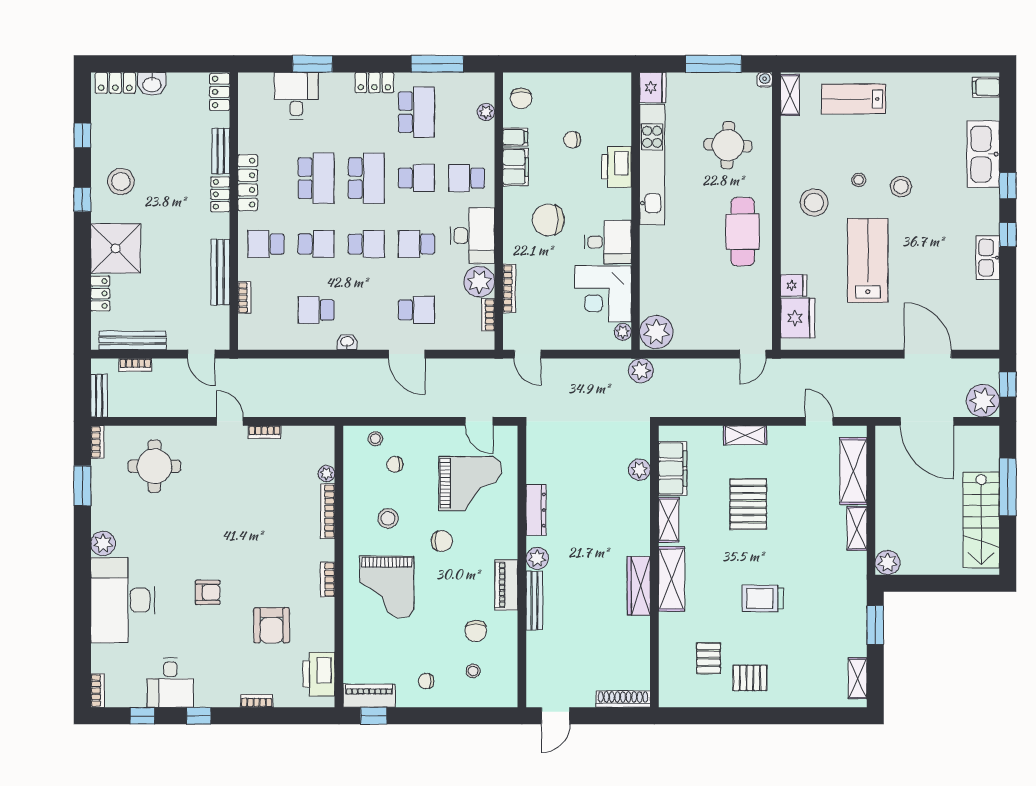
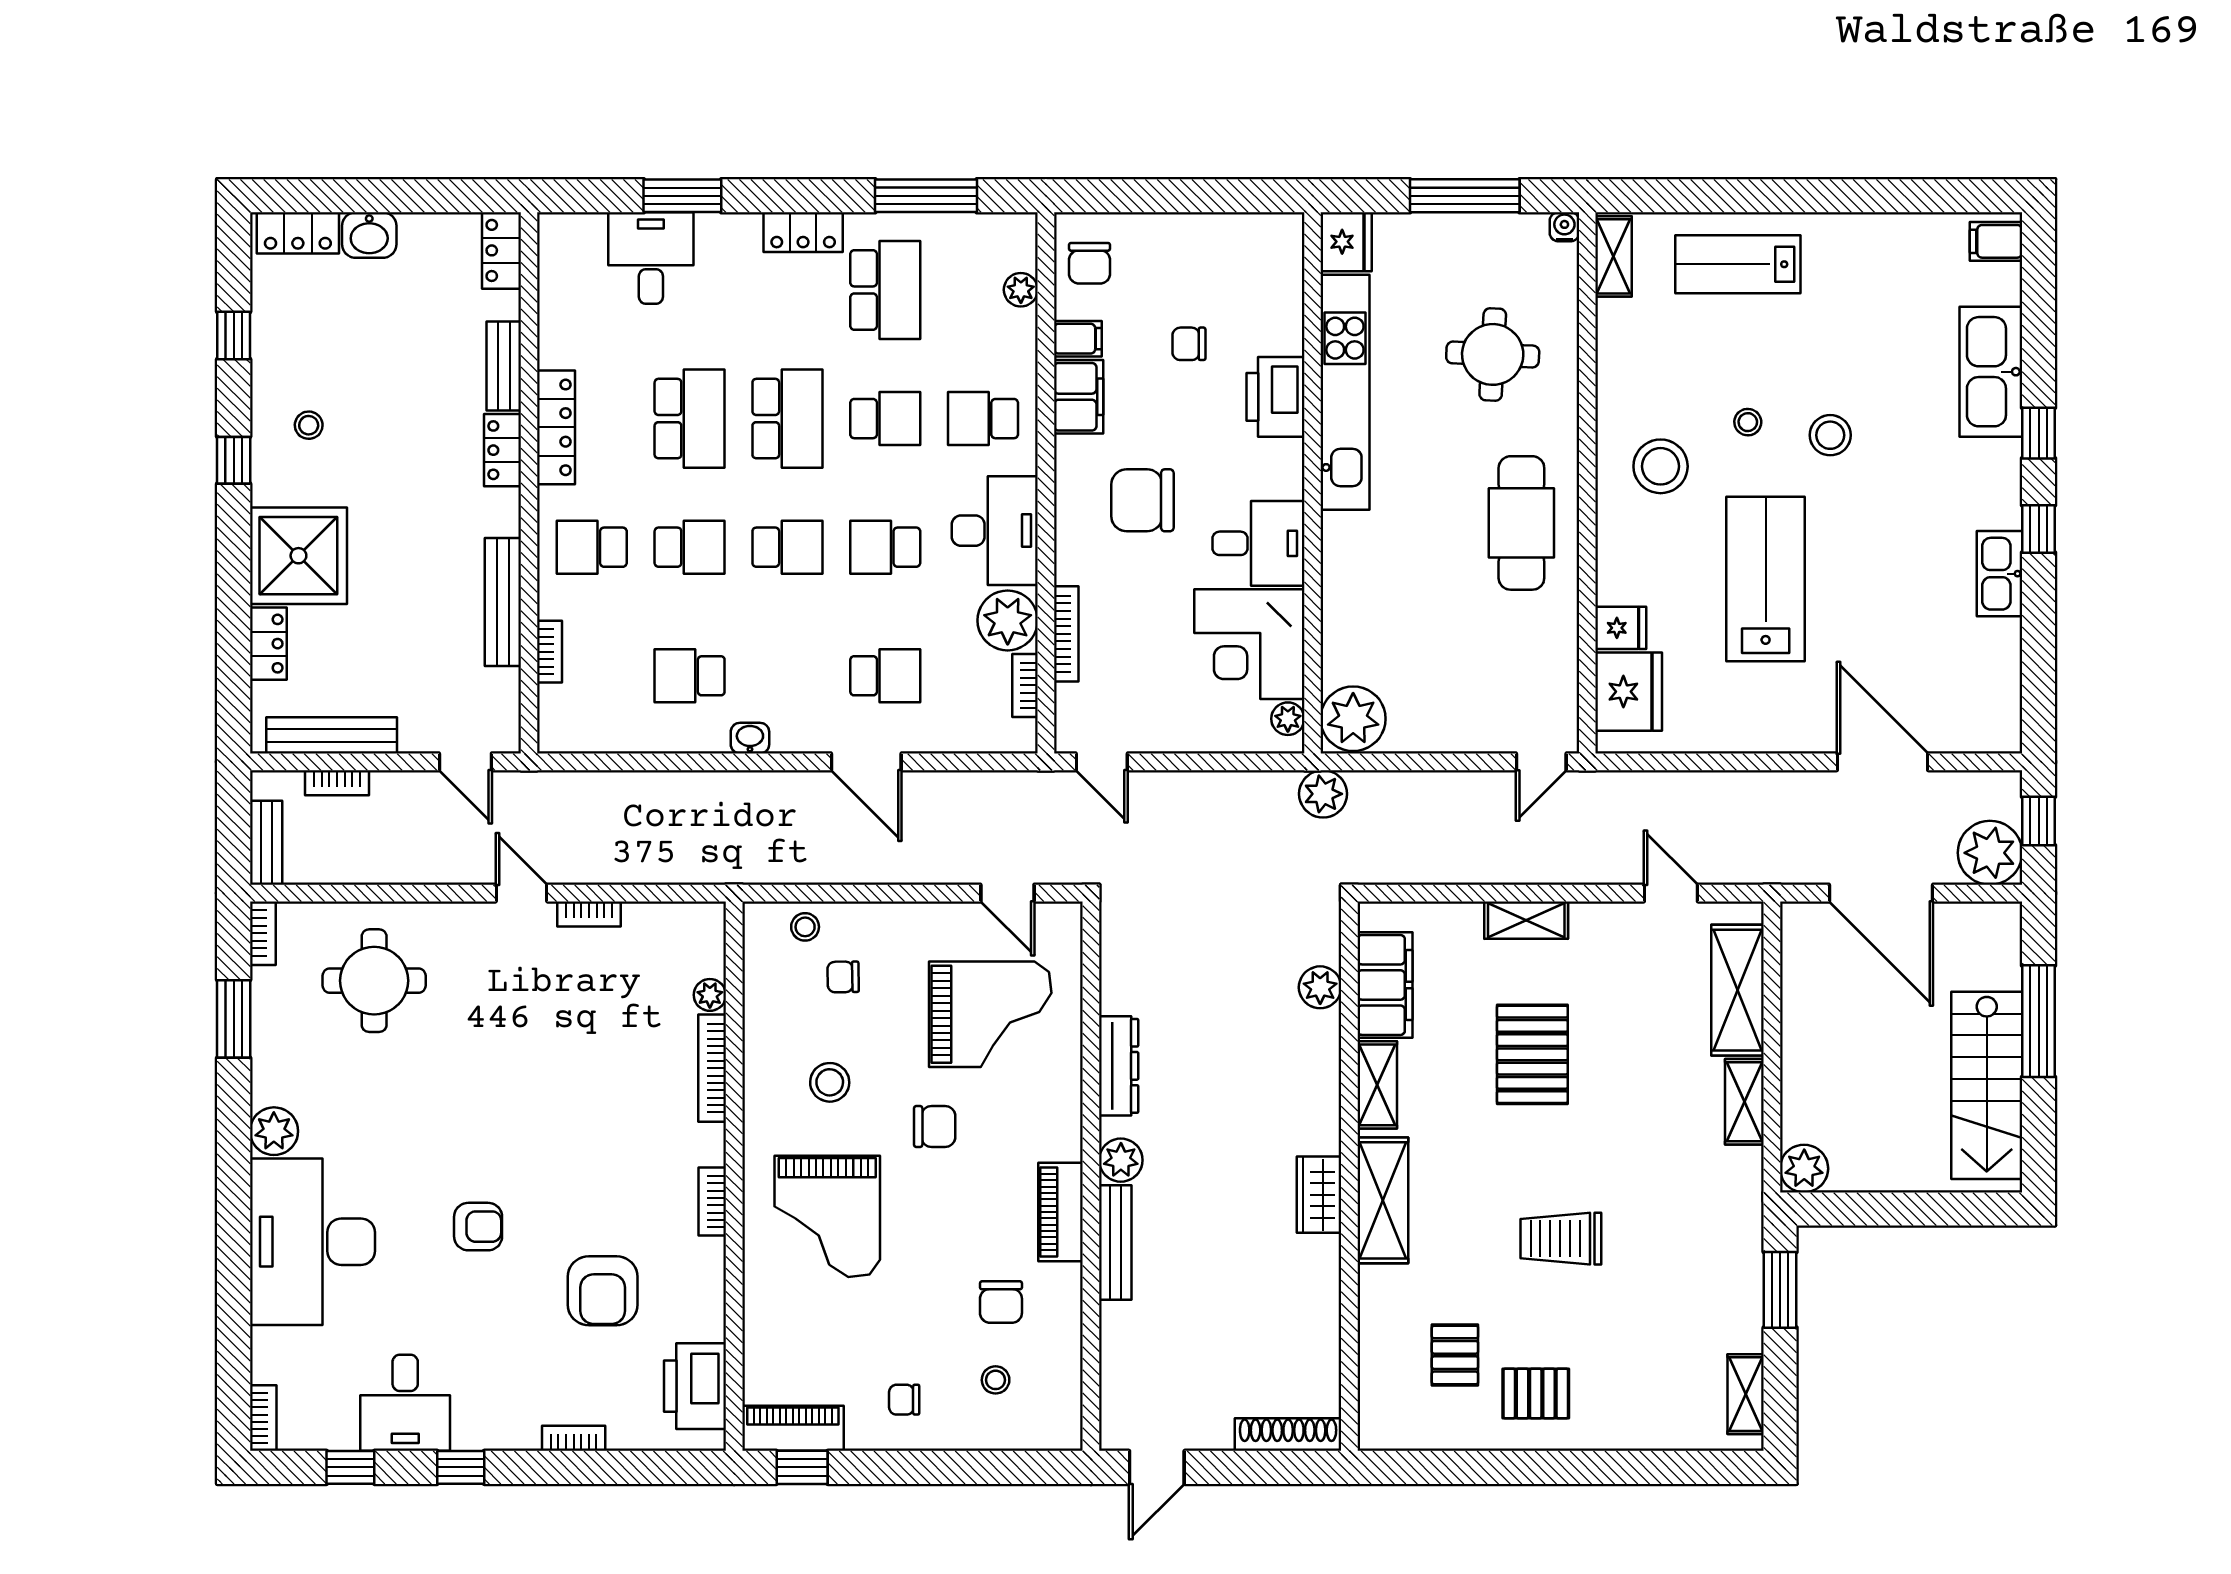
stool: (121, 181) -> (309, 425), width x0.53, depth x0.53
wardrobe: (639, 586) -> (1319, 1195), width x0.67

